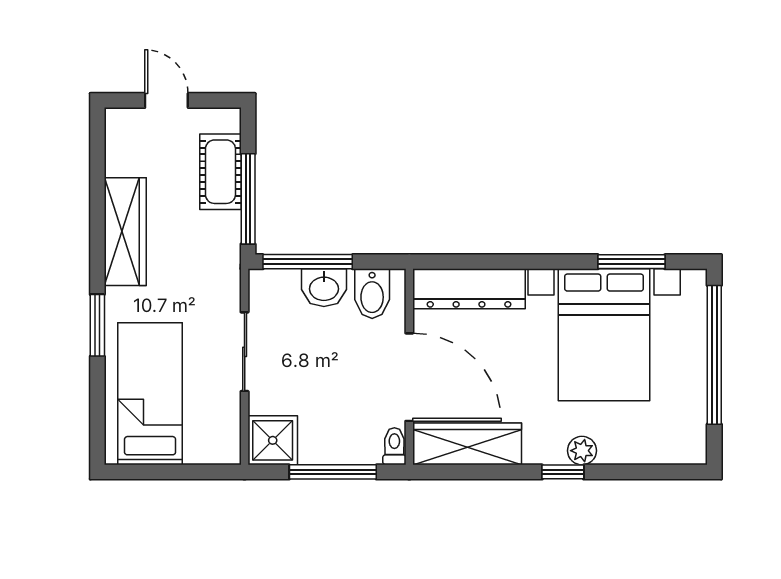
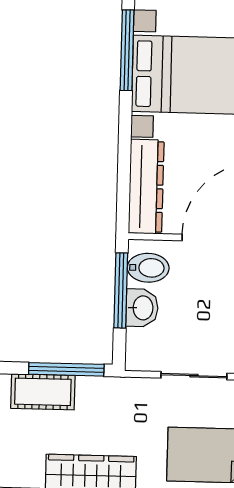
window: (308, 262) -> (121, 290), moved
window: (631, 262) -> (127, 50), width x1.44

